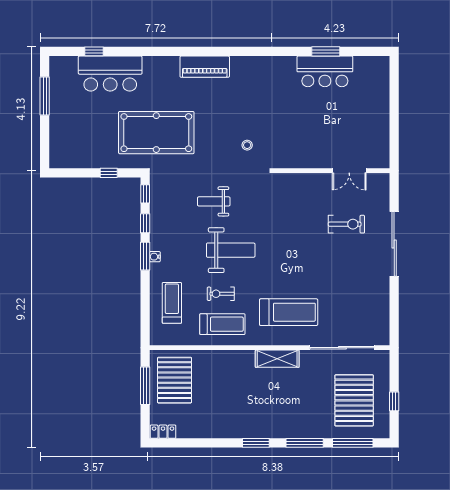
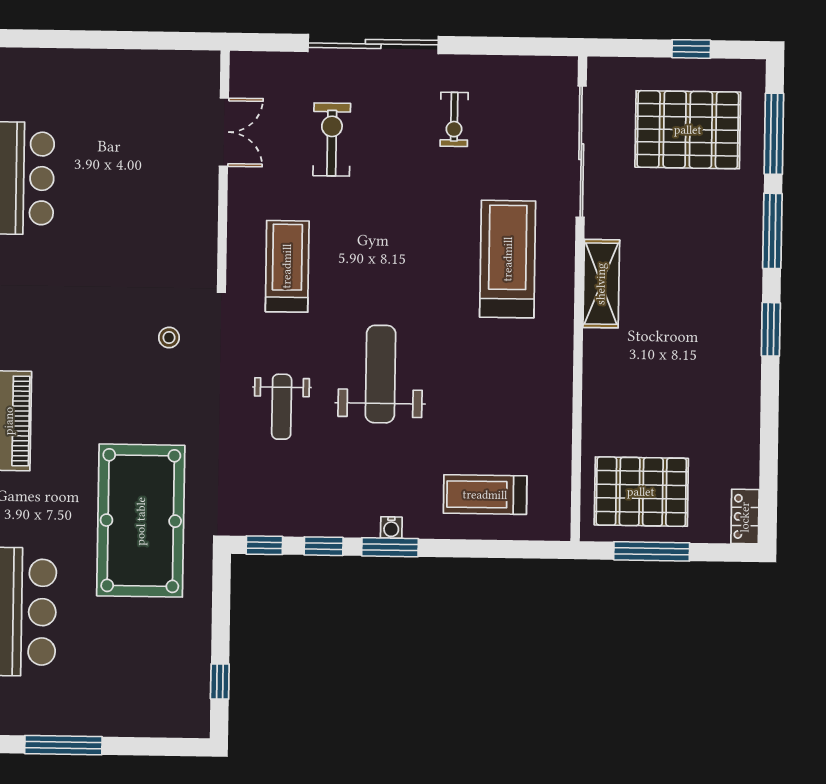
window: (109, 173) -> (220, 681), moved
exercise bike: (221, 294) -> (454, 119), moved
treadmill: (222, 324) -> (287, 266), moved

